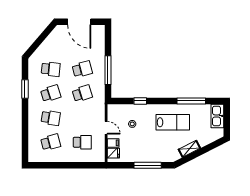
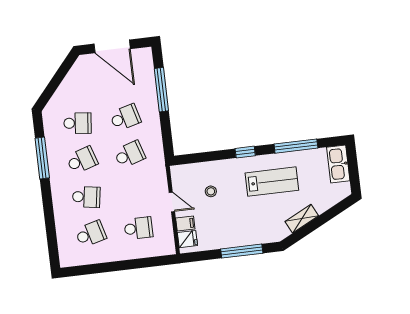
window: (108, 70) -> (161, 90), moved
window: (25, 89) -> (42, 158), width x1.44
window: (140, 101) -> (245, 152), moved

